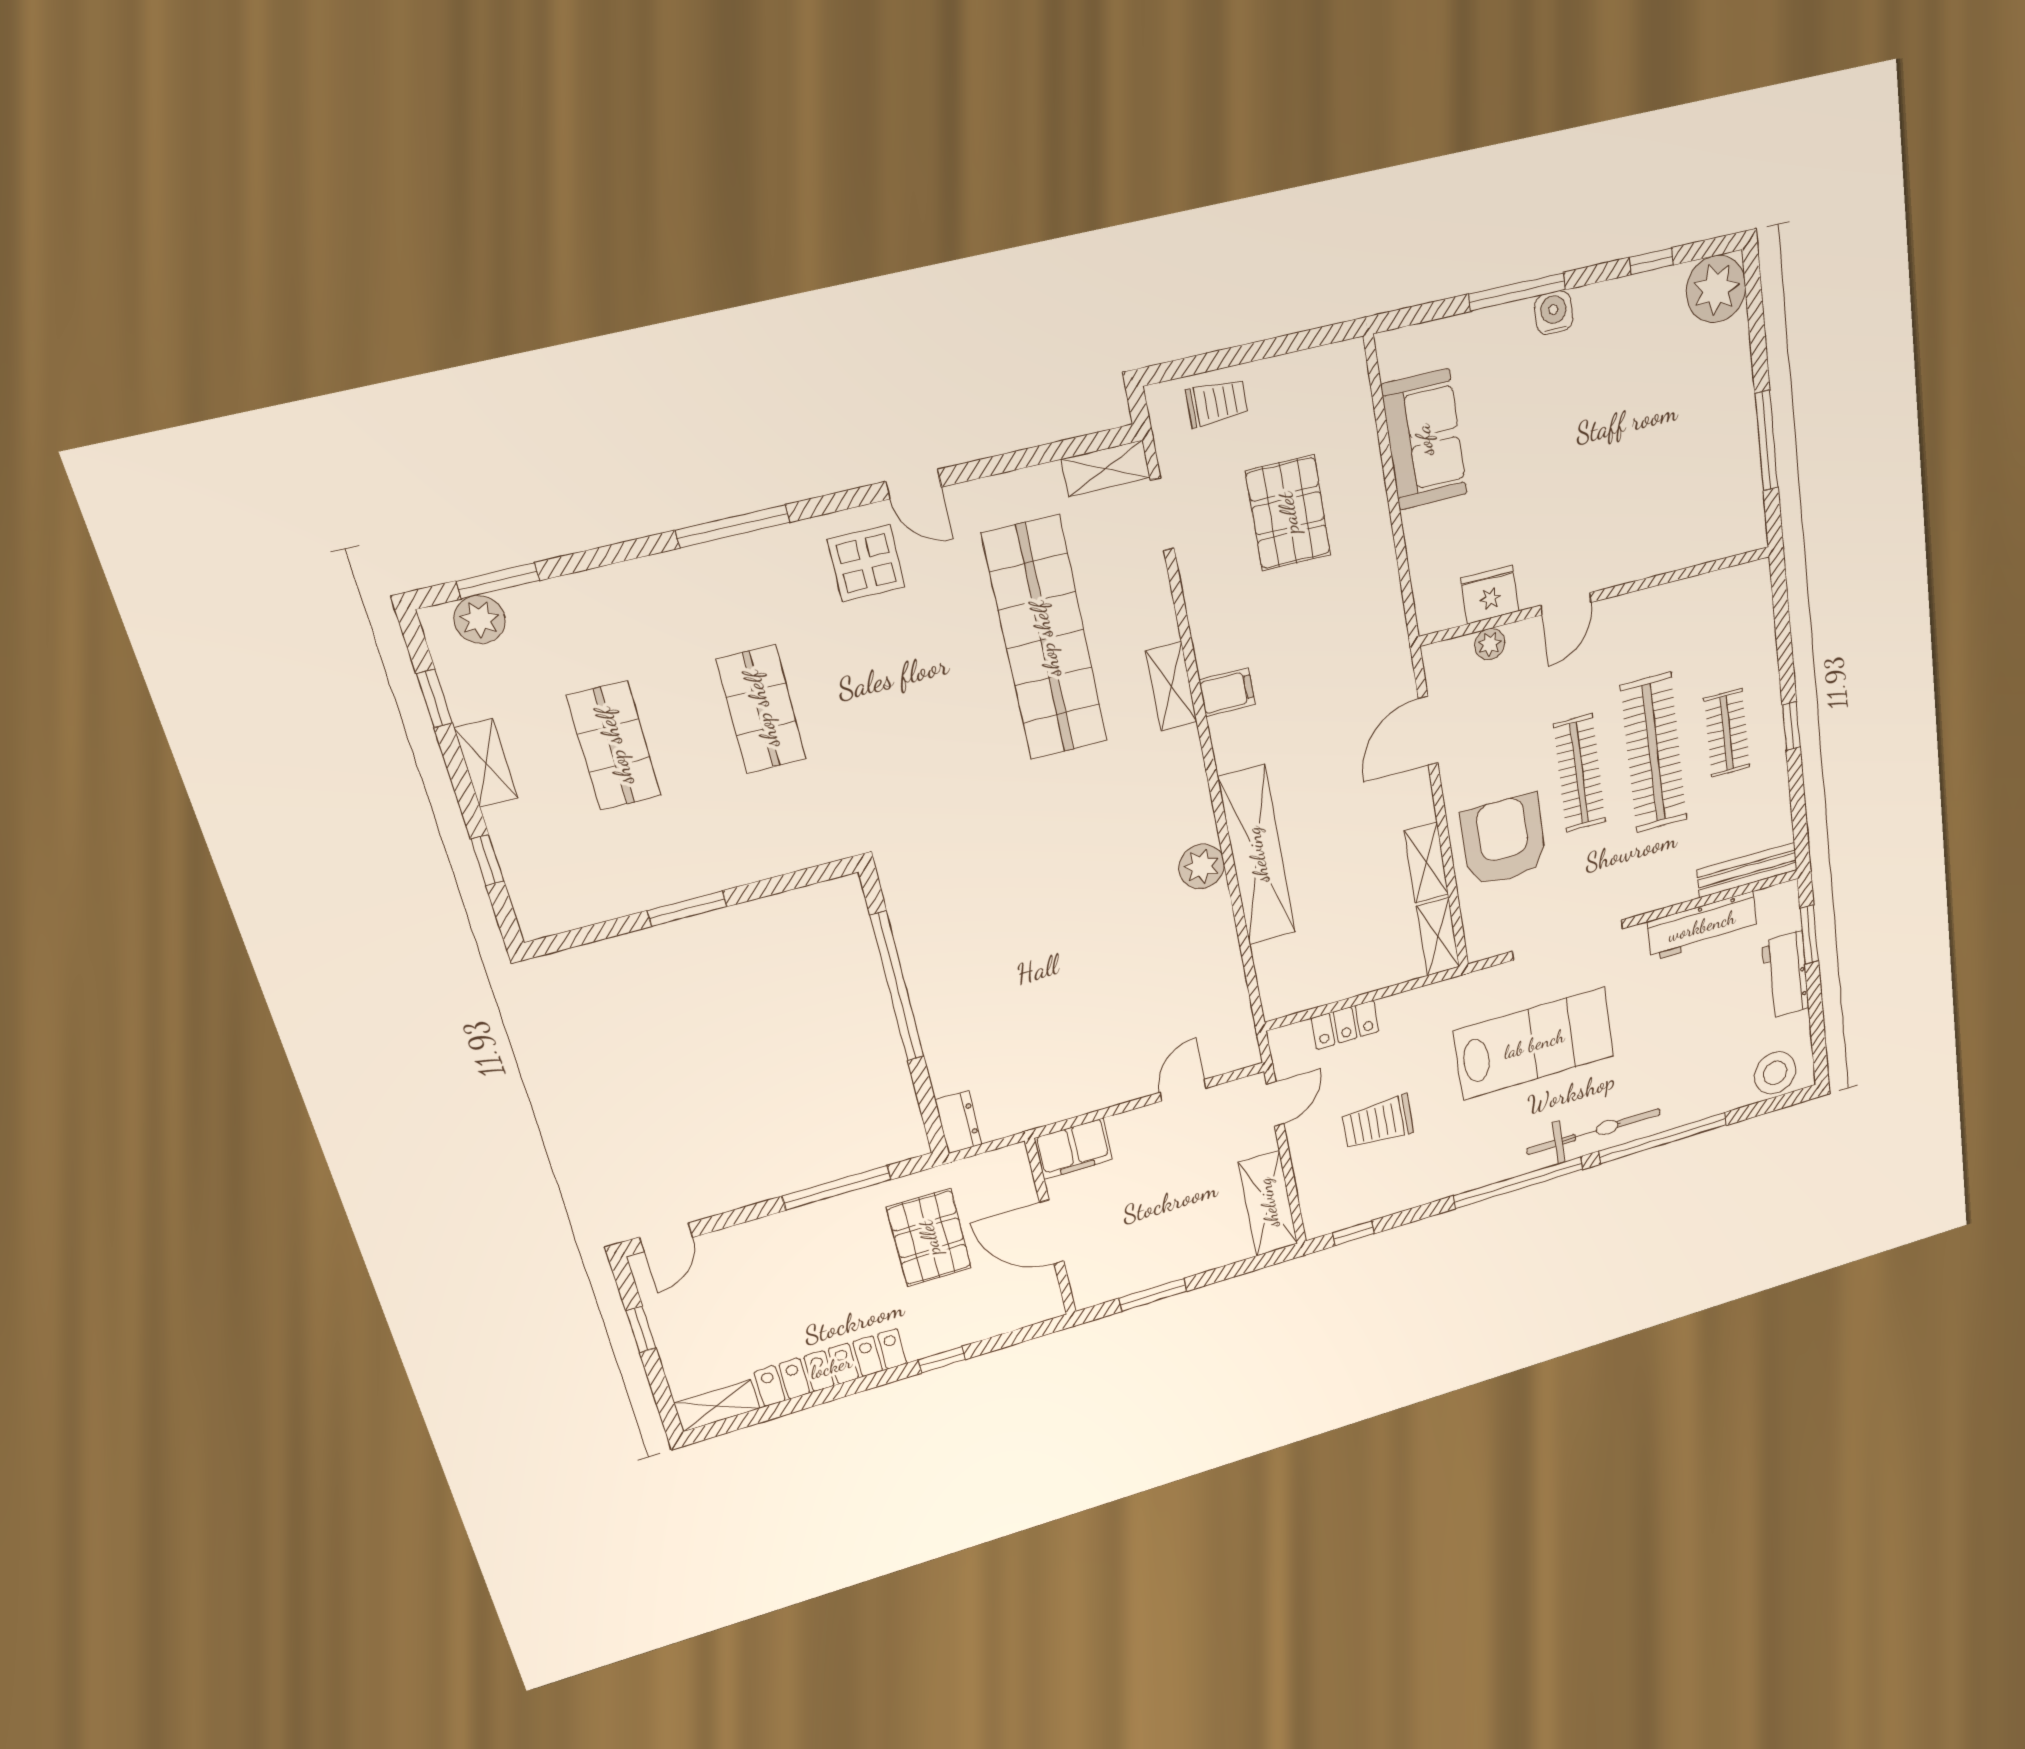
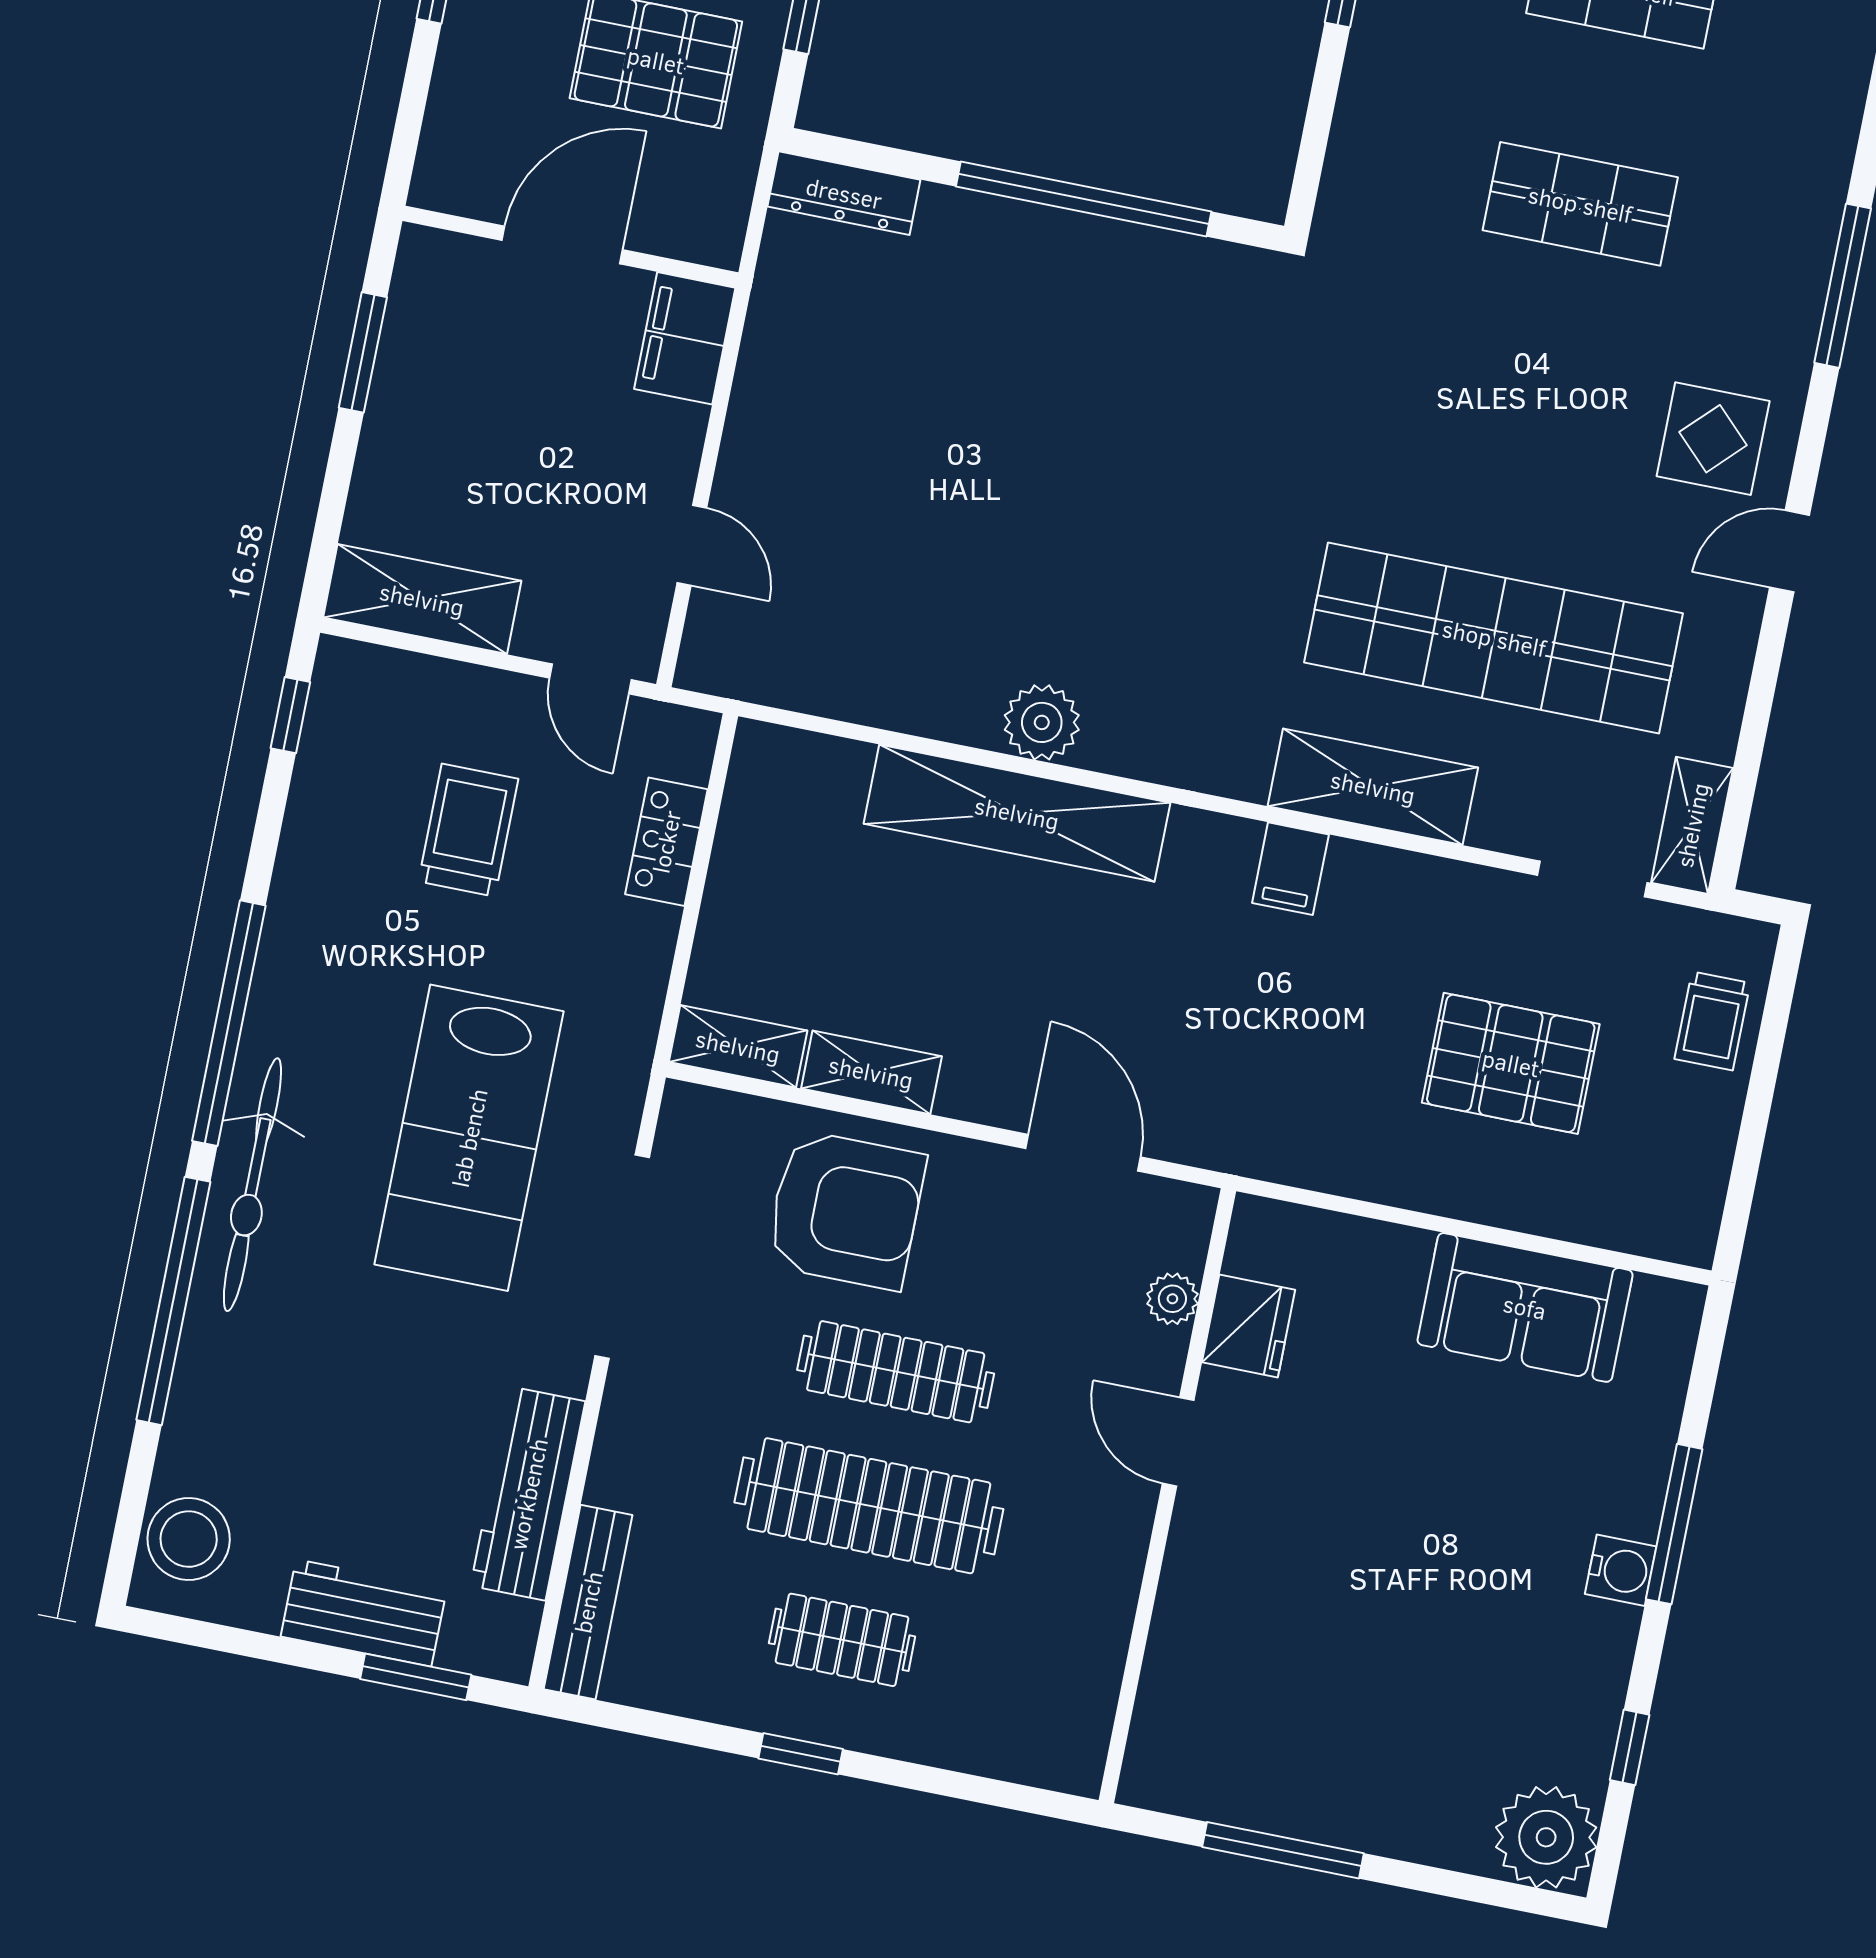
shelving: (1171, 686) -> (1373, 787), width x1.50, depth x1.33
dresser: (958, 1122) -> (844, 193), width x1.44

